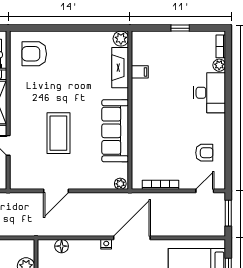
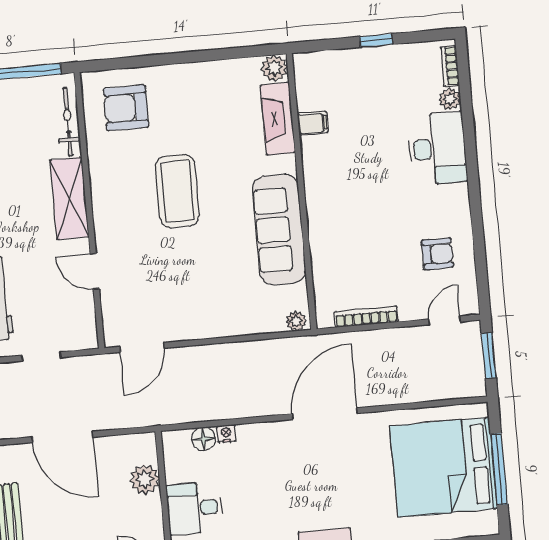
coffee table: (58, 133) -> (177, 191), moved
door: (56, 191) -> (142, 347), moved
nightstand: (106, 244) -> (226, 434), moved

